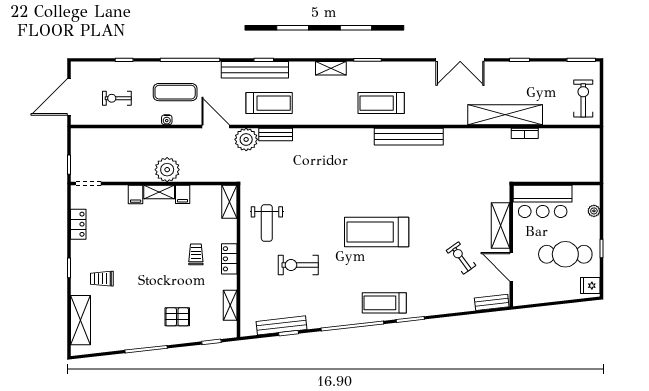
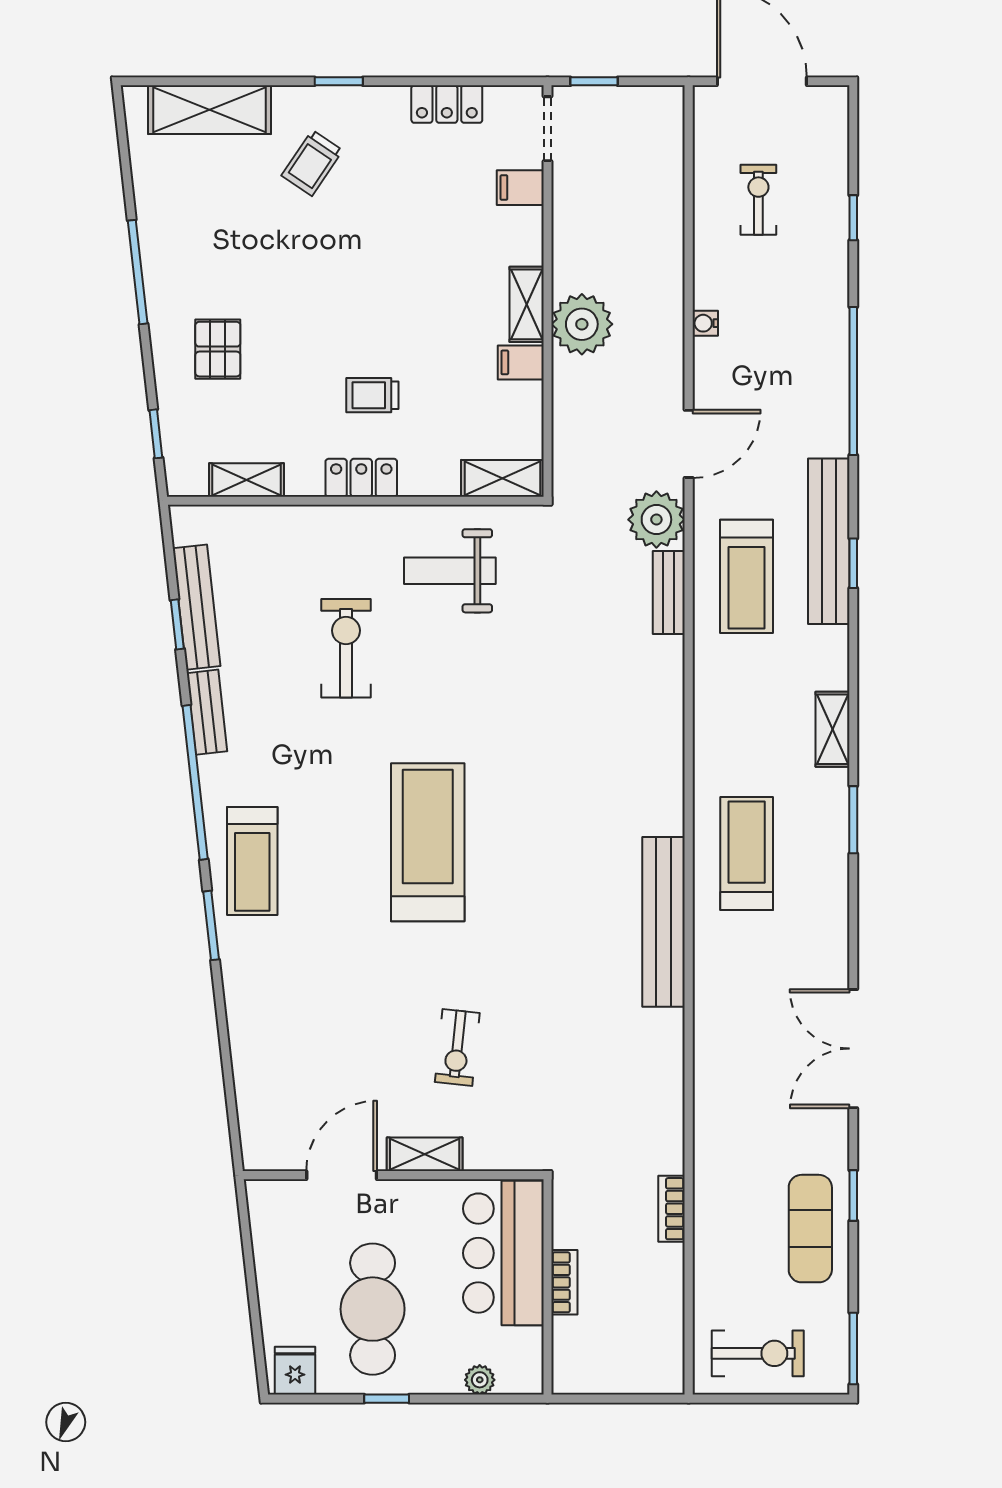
exercise mat: (175, 92) -> (810, 1229), moved
shelving: (505, 115) -> (718, 1160), removed
bookcase: (555, 177) -> (564, 1282), added
filing cabinet: (136, 195) -> (520, 188), moved
shelving: (500, 226) -> (425, 1154), width x0.67, depth x0.75
trolley: (196, 254) -> (372, 395), turned 180
exercise bike: (461, 258) -> (457, 1047), moved, turned 132
trolley: (102, 279) -> (312, 163), turned -146
bench: (492, 302) -> (207, 712), moved
treadmill: (384, 303) -> (252, 861), turned 180

